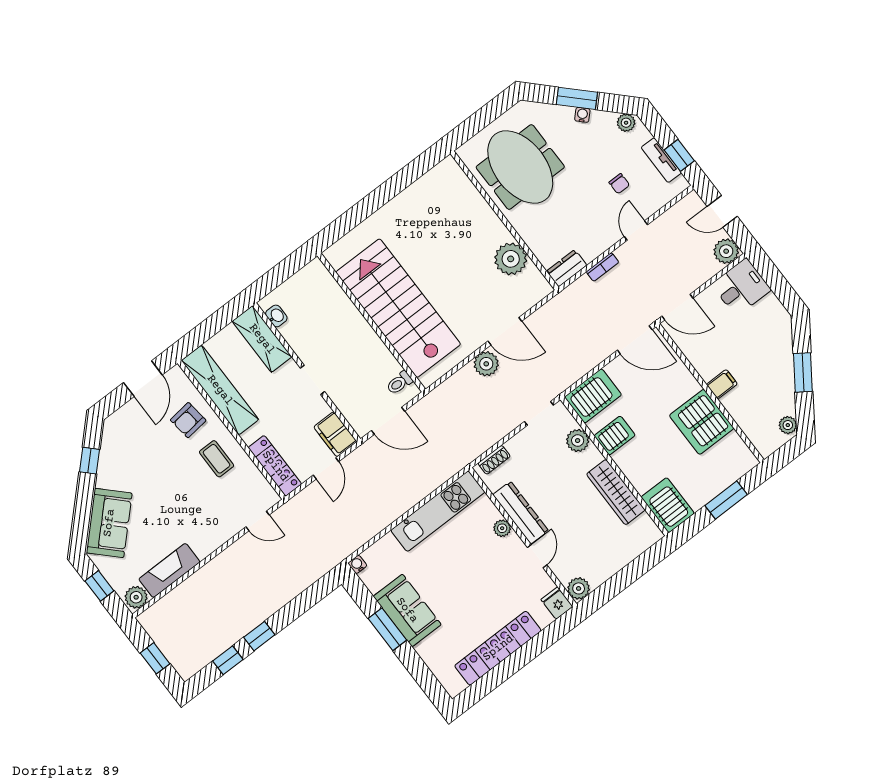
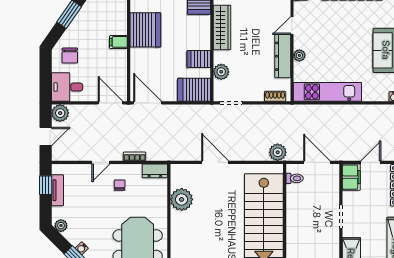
chair: (619, 184) -> (120, 185), moved
door: (722, 211) -> (46, 137), hinge flipped
chair: (766, 326) -> (70, 56), added
plant: (486, 364) -> (278, 152), moved

